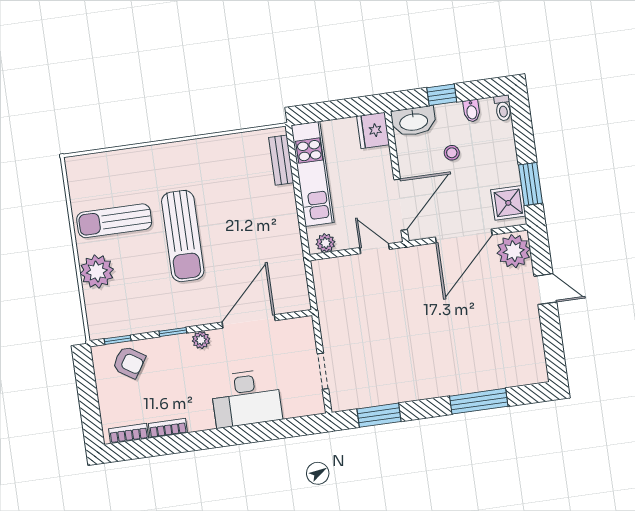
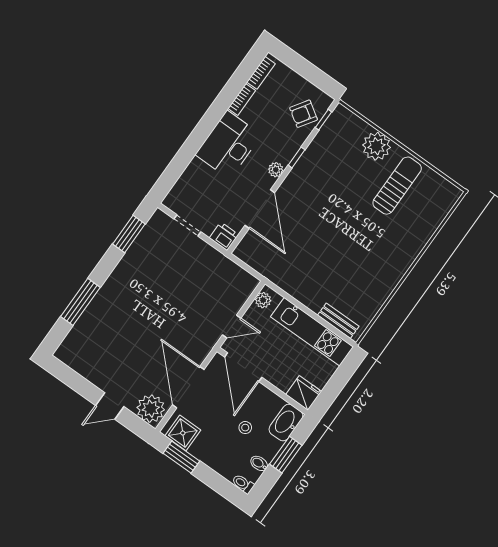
window: (442, 95) -> (286, 455), width x1.50
sun lounger: (183, 236) -> (349, 218), removed
printer: (302, 330) -> (224, 236), added
desk: (246, 398) -> (228, 145), moved

